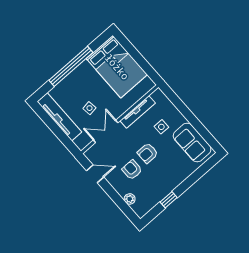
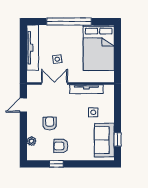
window: (203, 132) -> (118, 139), added
armchair: (148, 153) -> (61, 146), moved
door: (95, 174) -> (23, 105), swing flipped

